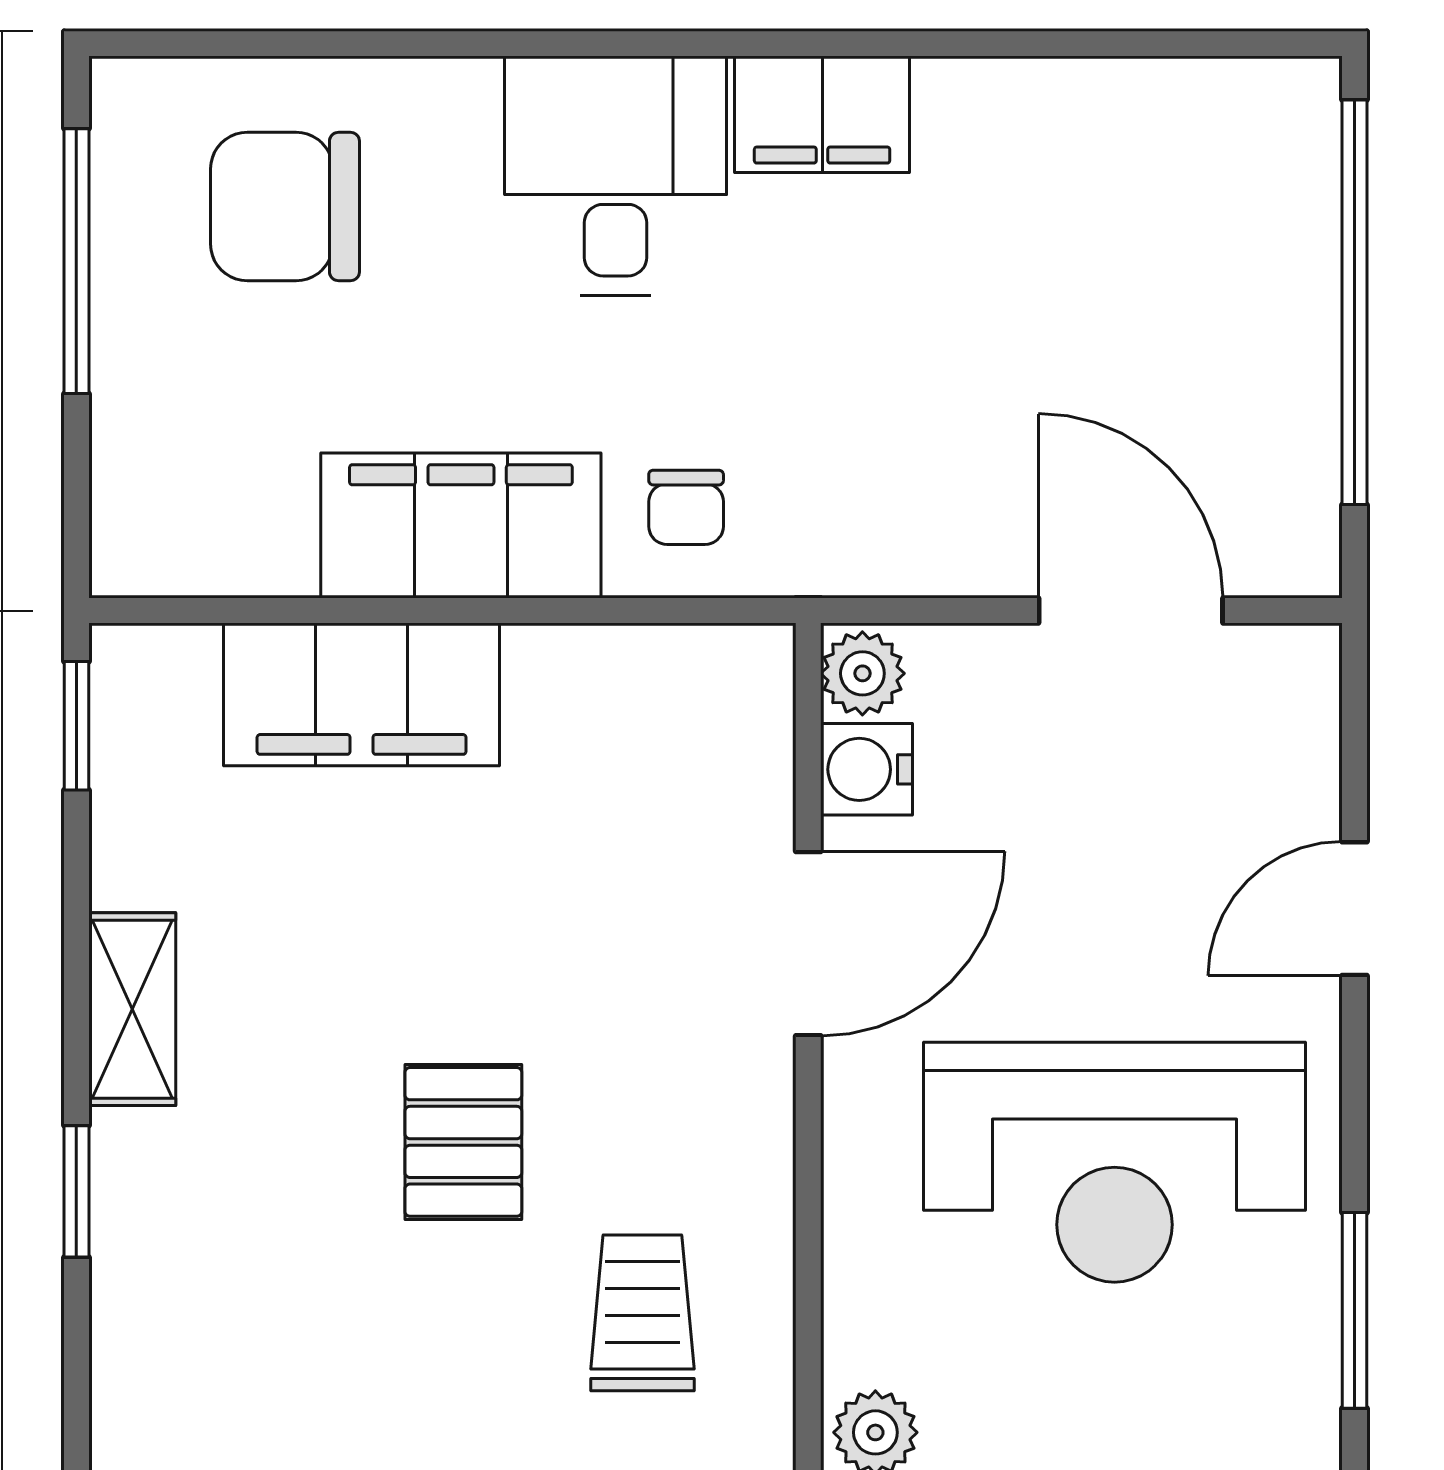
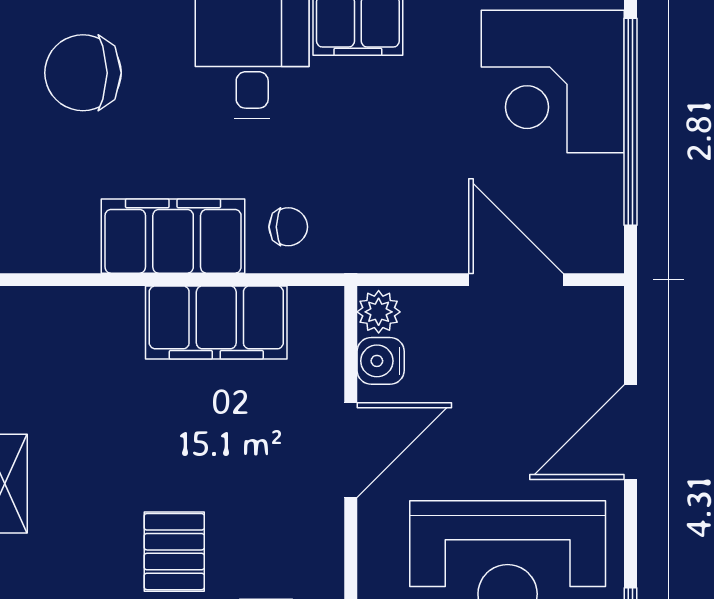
corner desk: (1203, 223) -> (553, 81), added
chair: (686, 507) -> (288, 227), turned -90
filing cabinet: (362, 694) -> (216, 323), moved
door: (1355, 909) -> (630, 432), width x1.38

